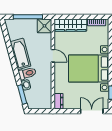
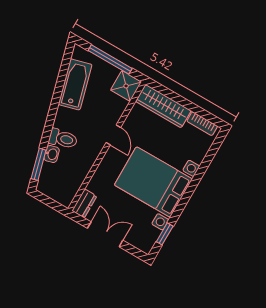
bathtub: (20, 54) -> (75, 84), moved
double door: (92, 111) -> (105, 234), moved

